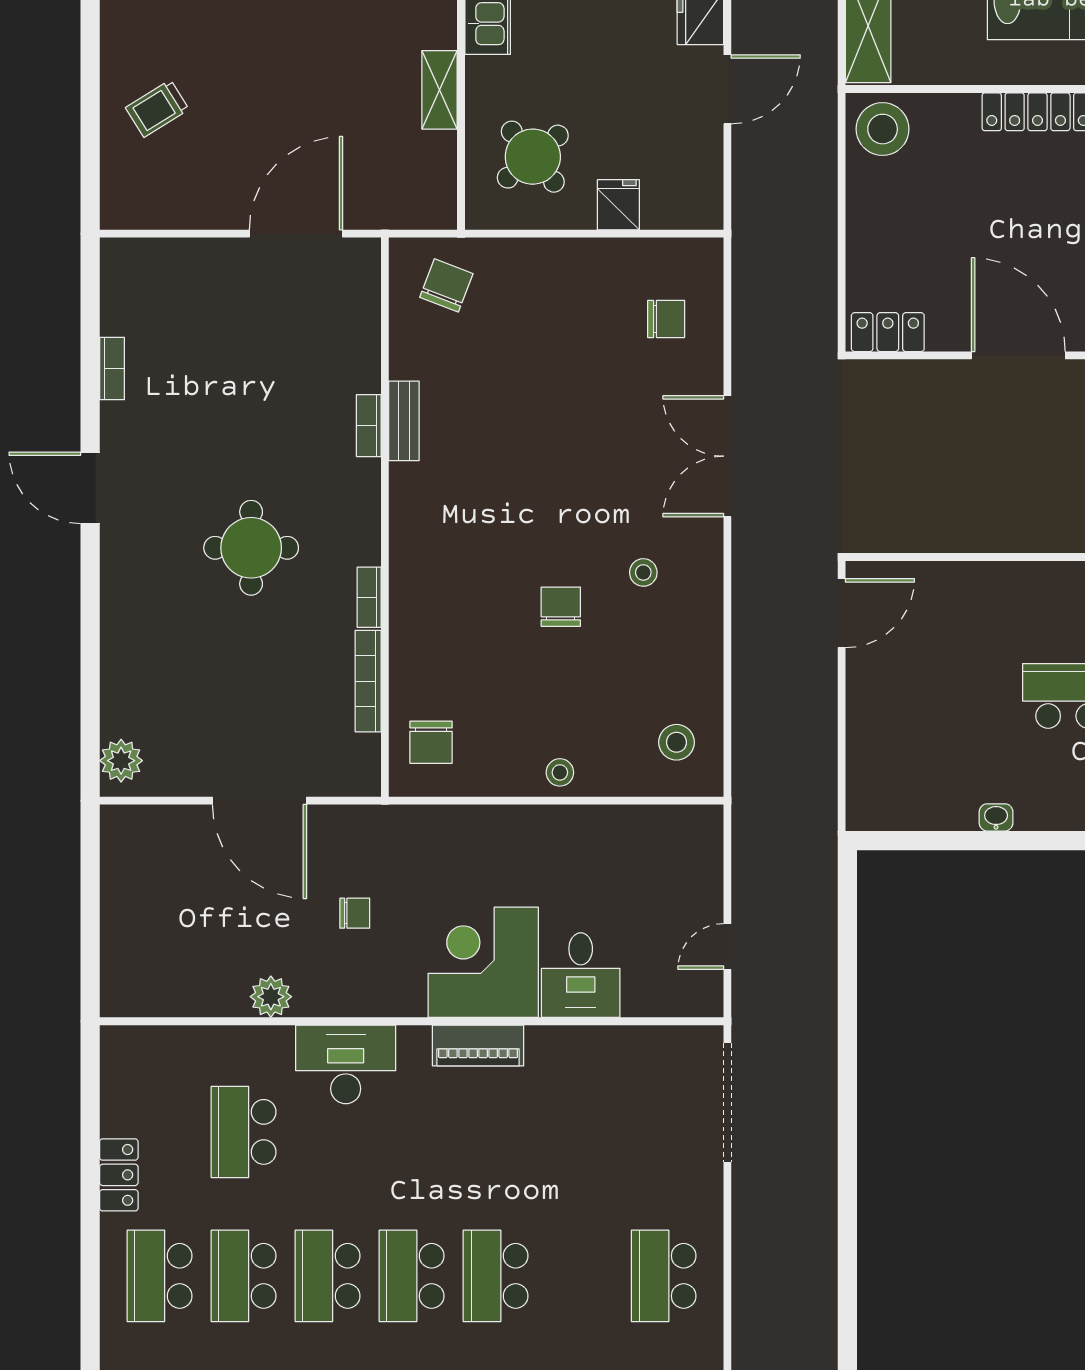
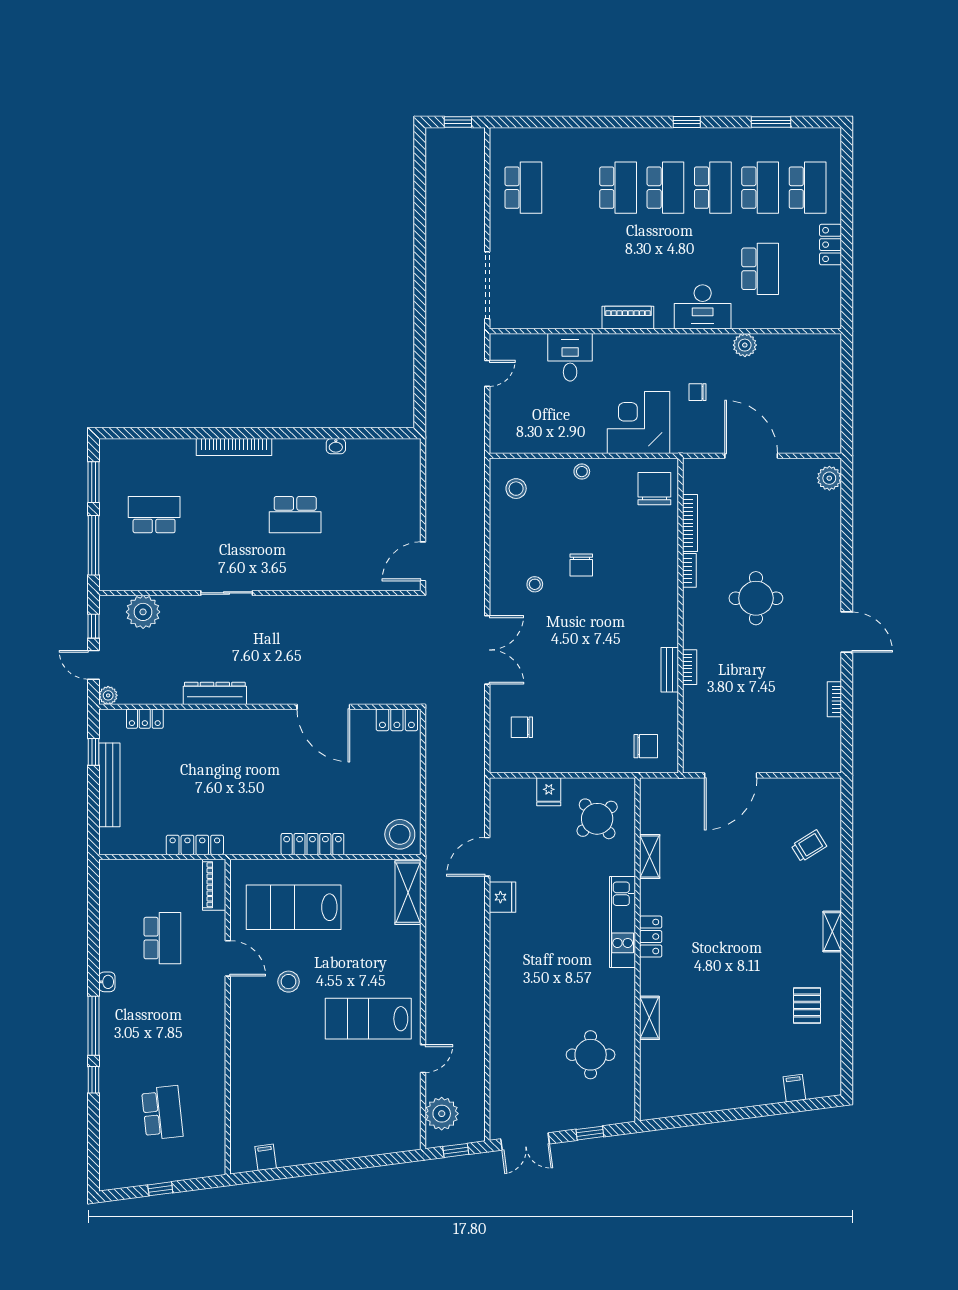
chair: (446, 285) -> (646, 746), turned -111
chair: (431, 742) -> (654, 489), width x1.37, depth x1.37
corner desk: (483, 962) -> (638, 422), moved, turned 180

